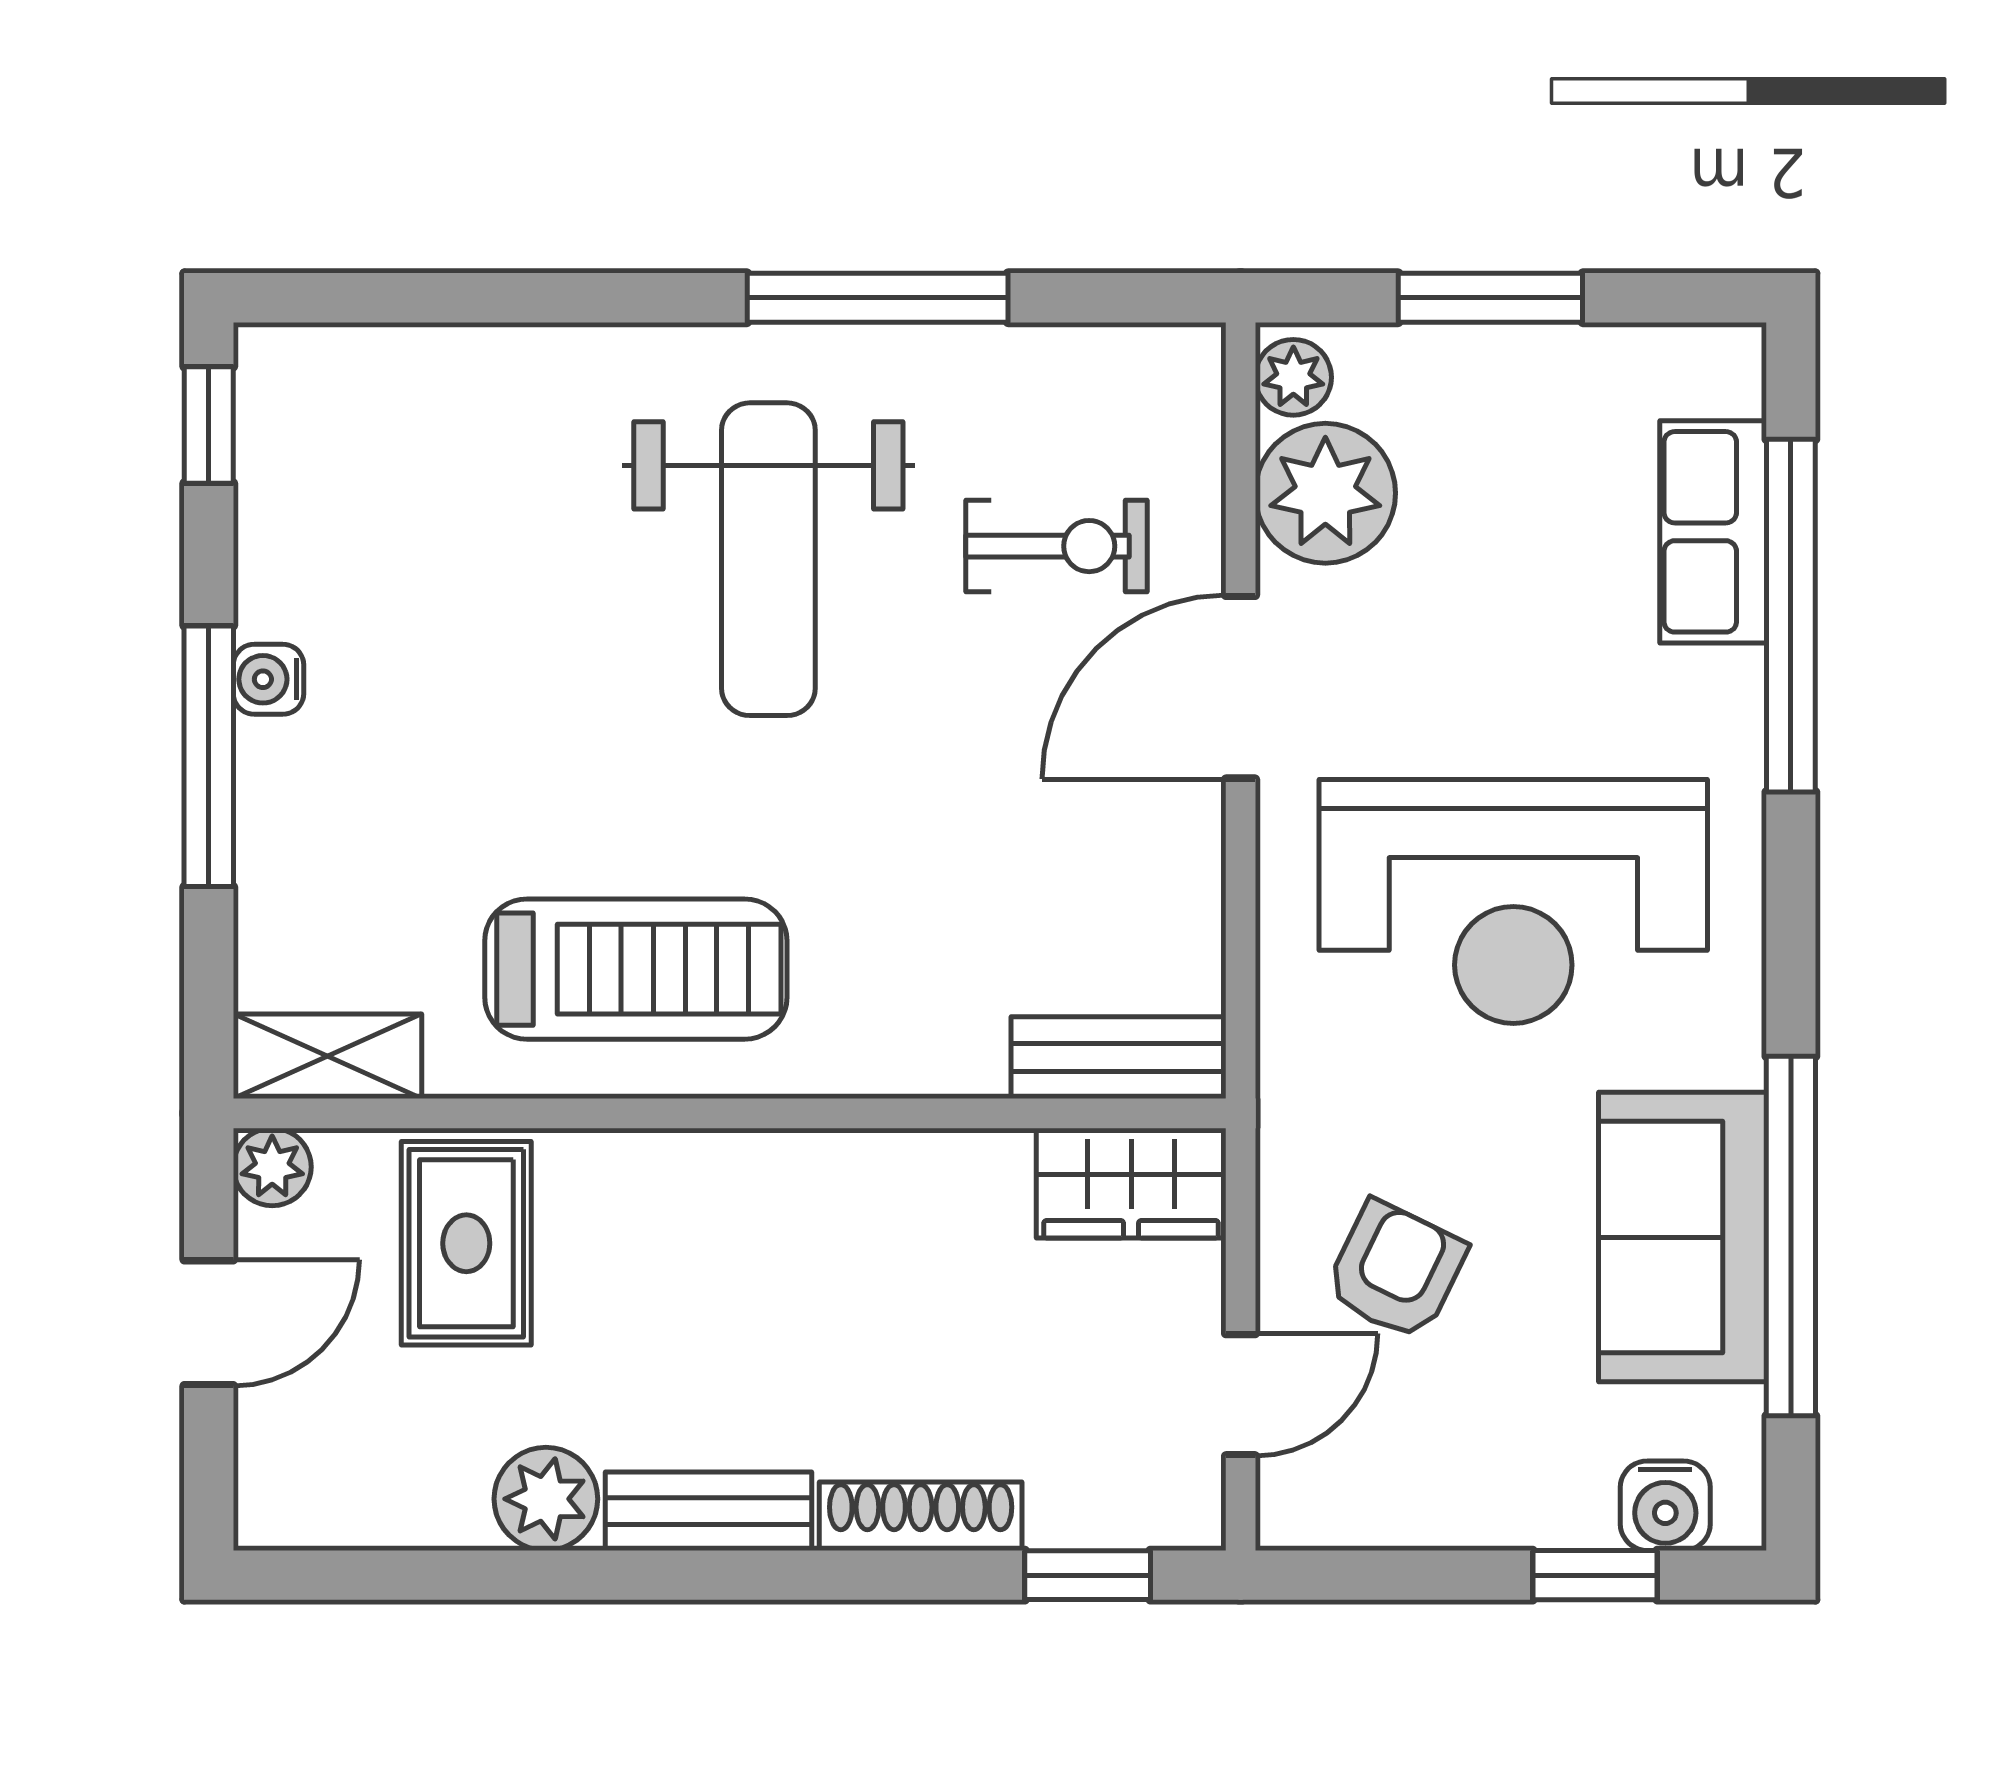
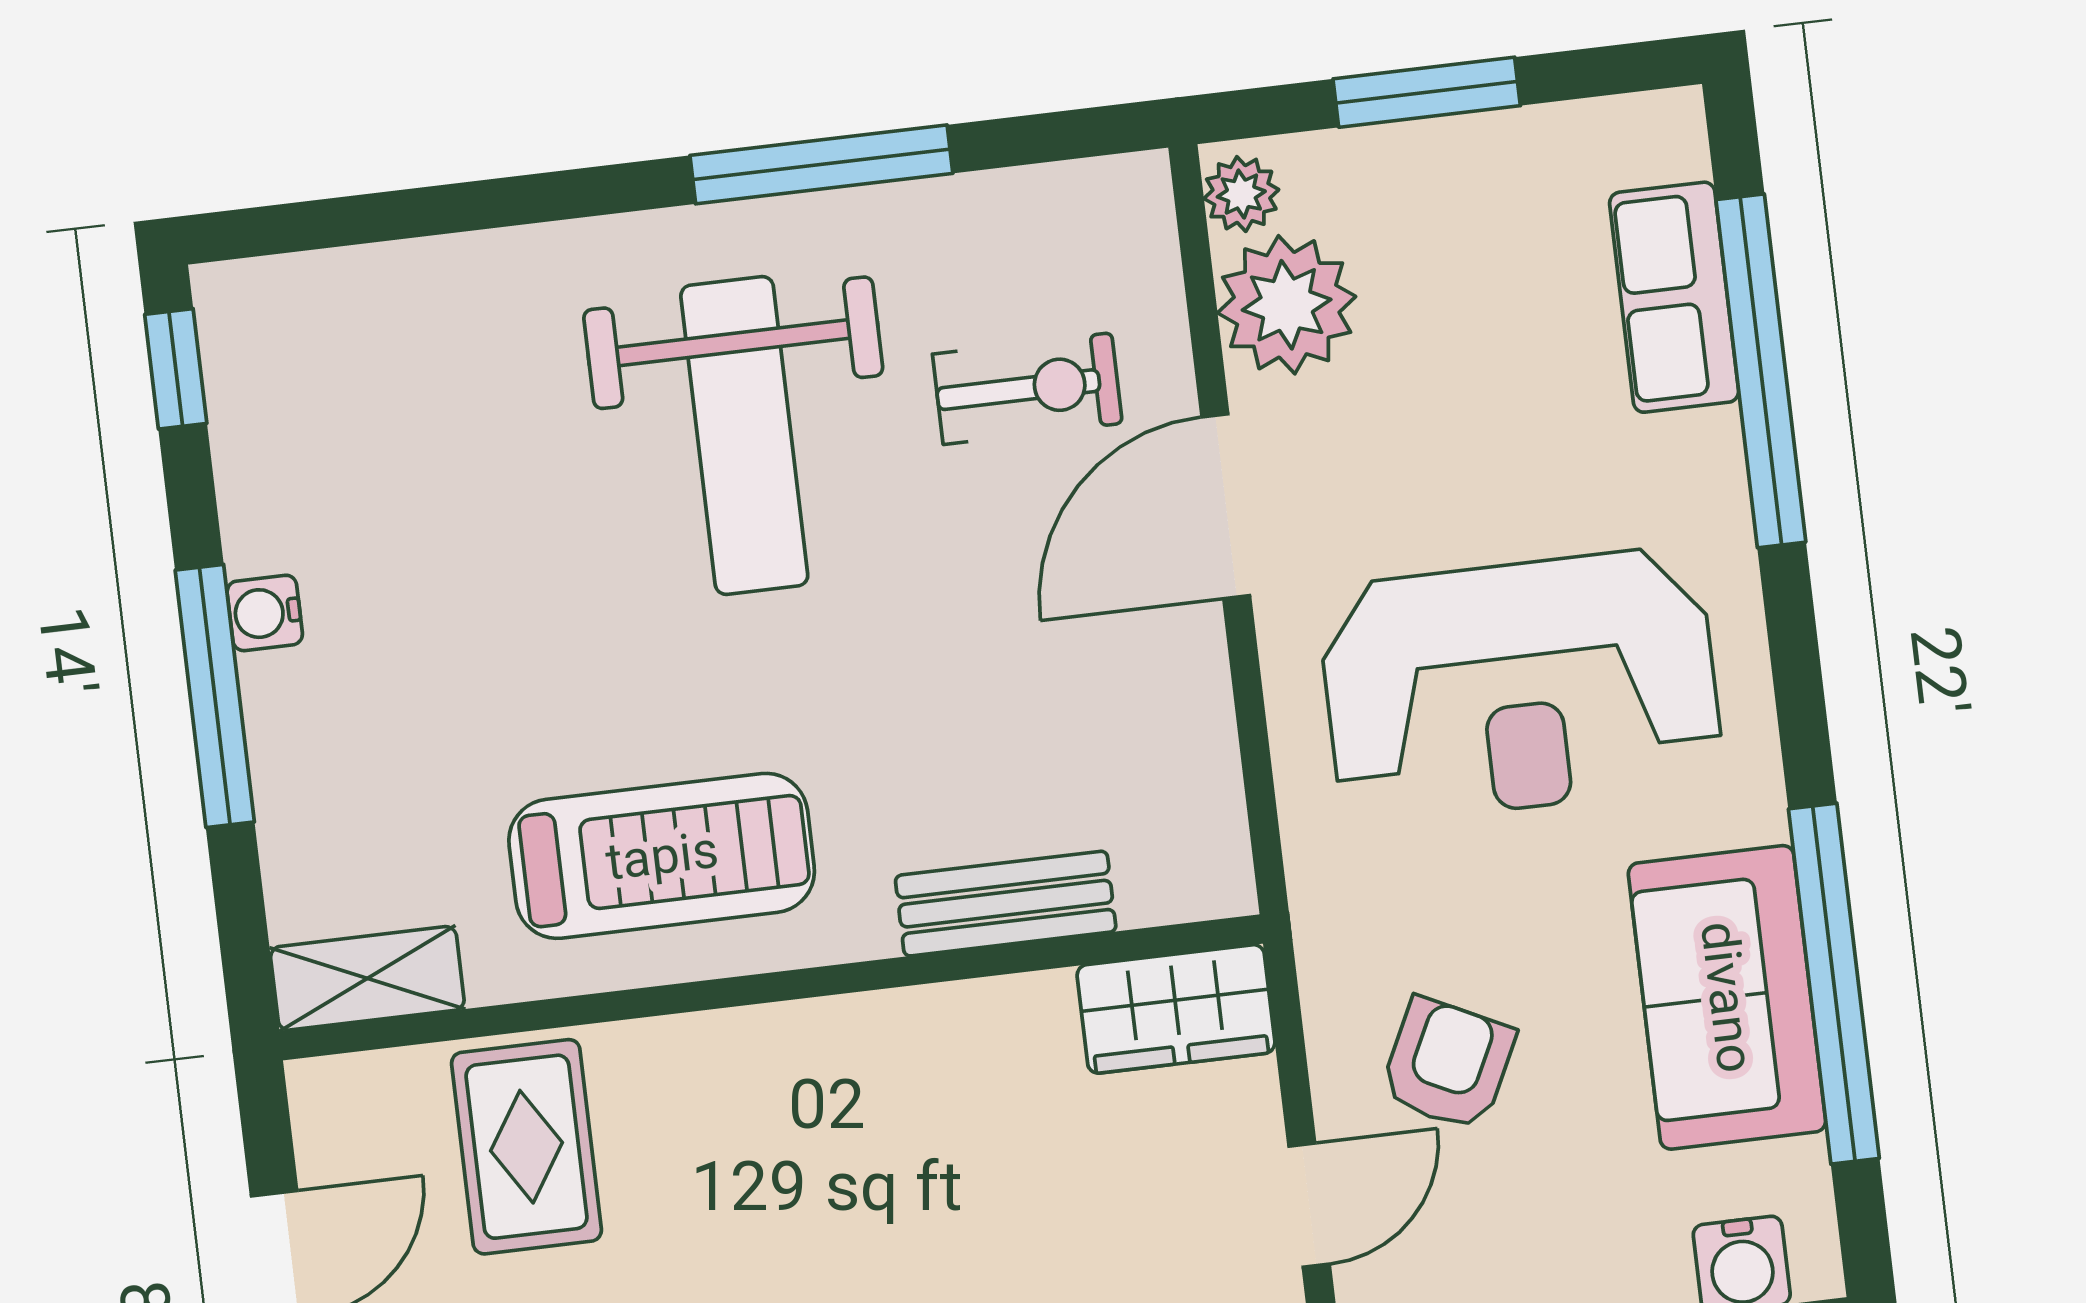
bench: (1118, 1058) -> (1006, 904), moved
plant: (272, 1167) -> (326, 1094), removed

